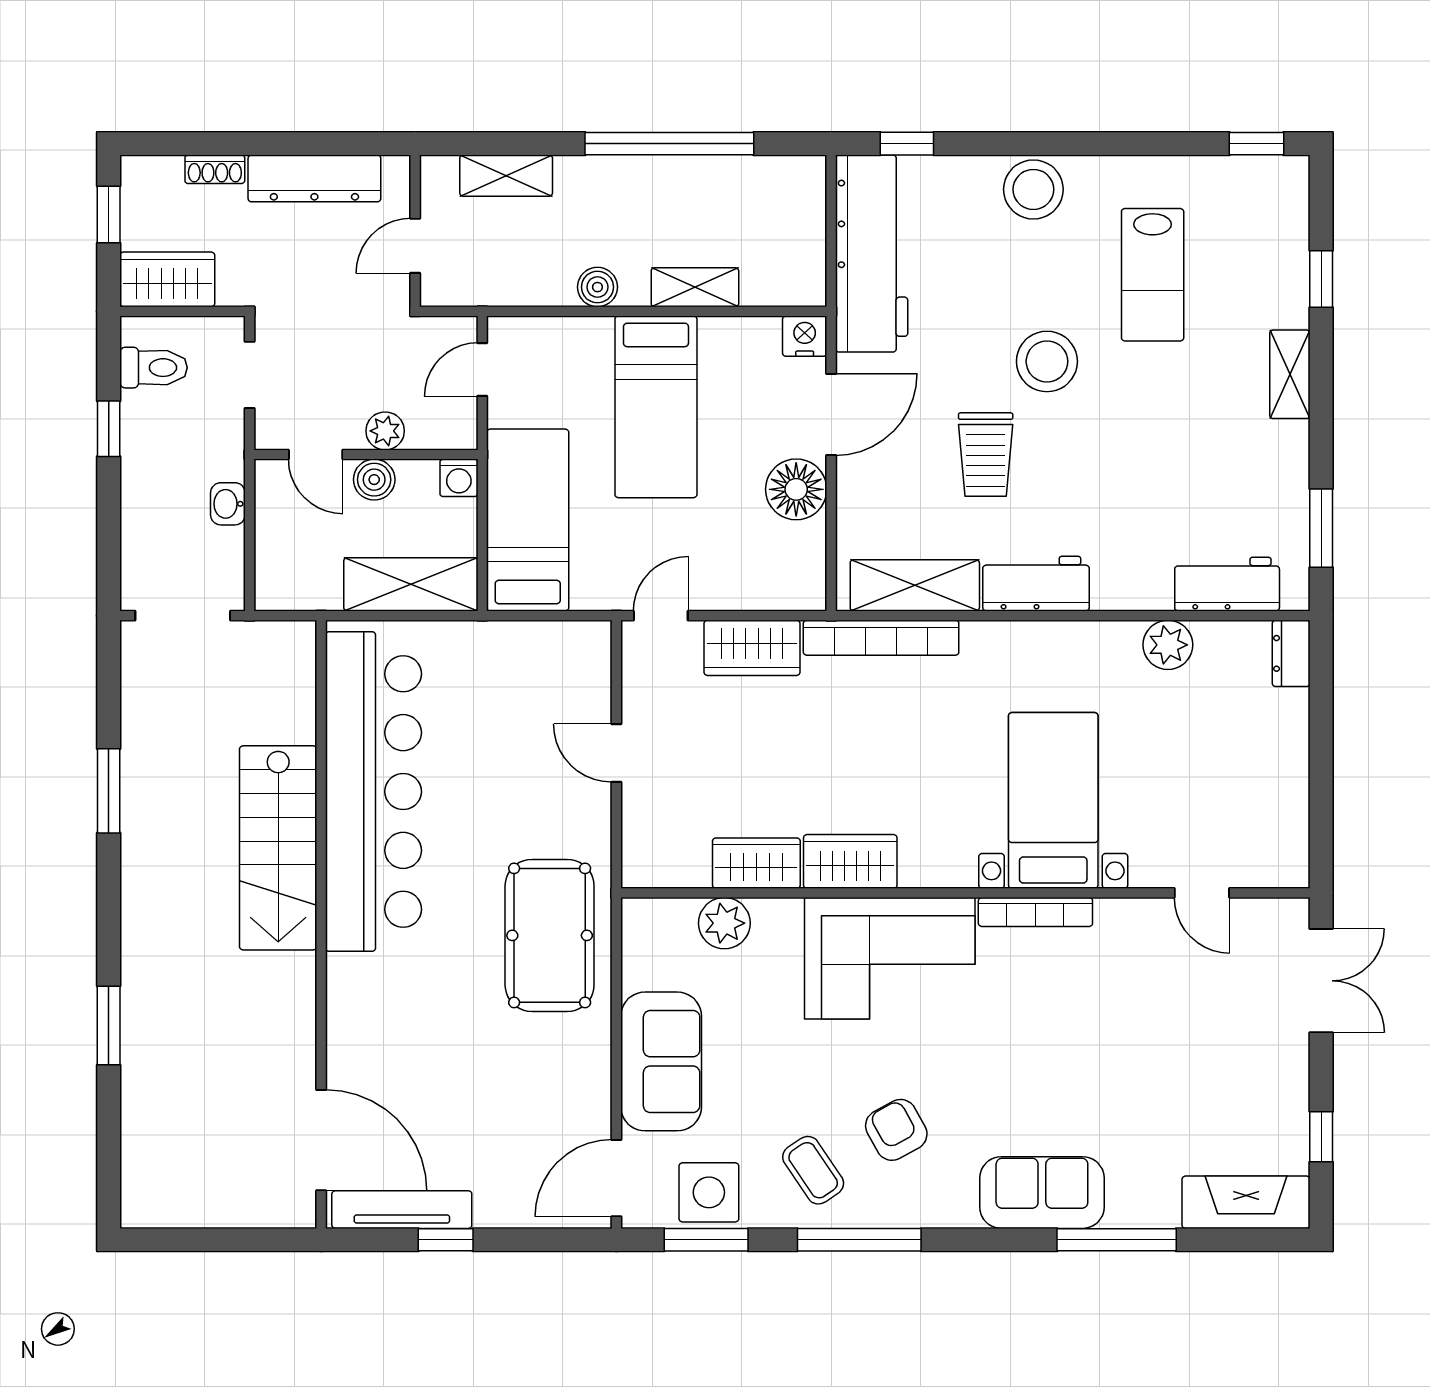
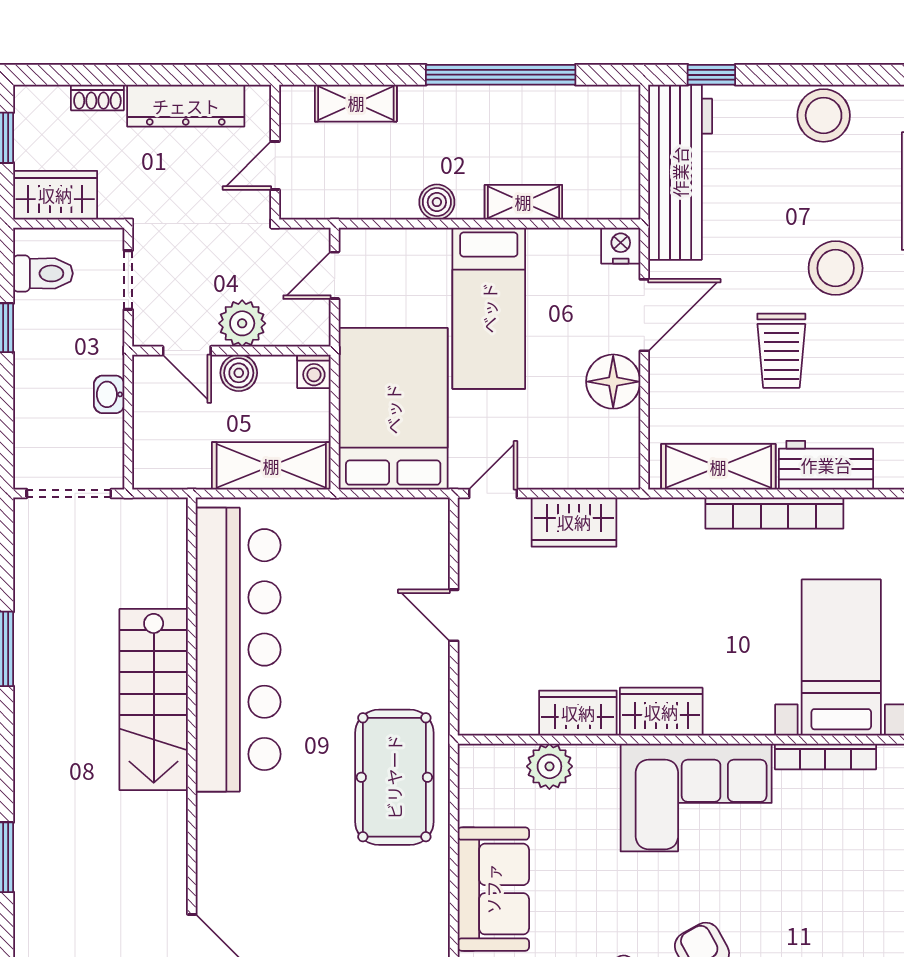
plant: (385, 431) -> (242, 323), width x1.38, depth x1.38
bed: (528, 520) -> (393, 409), width x1.50
bookcase: (881, 638) -> (774, 513), moved

